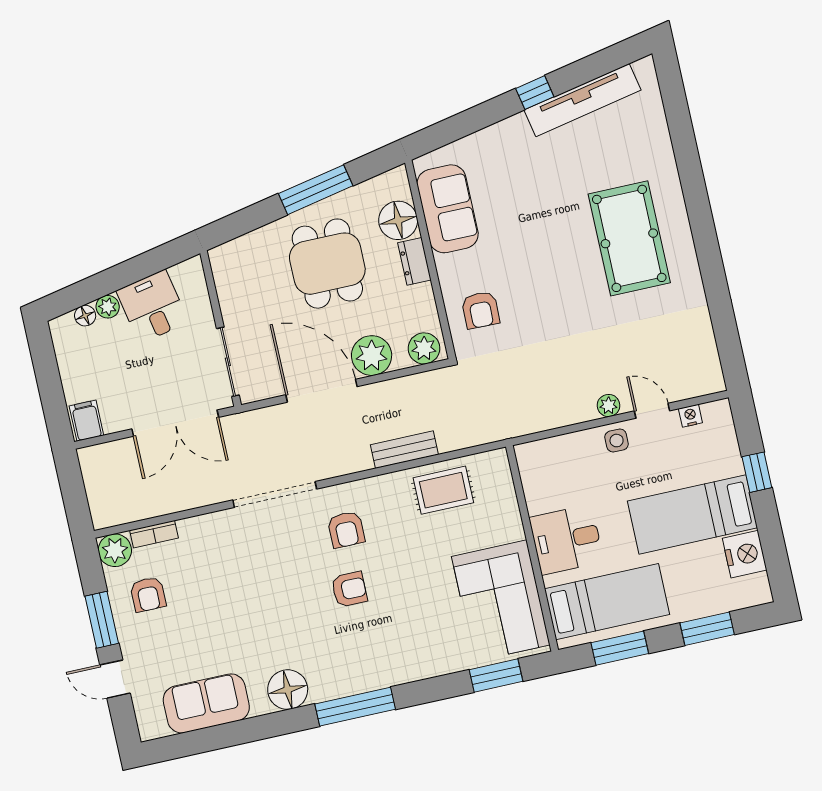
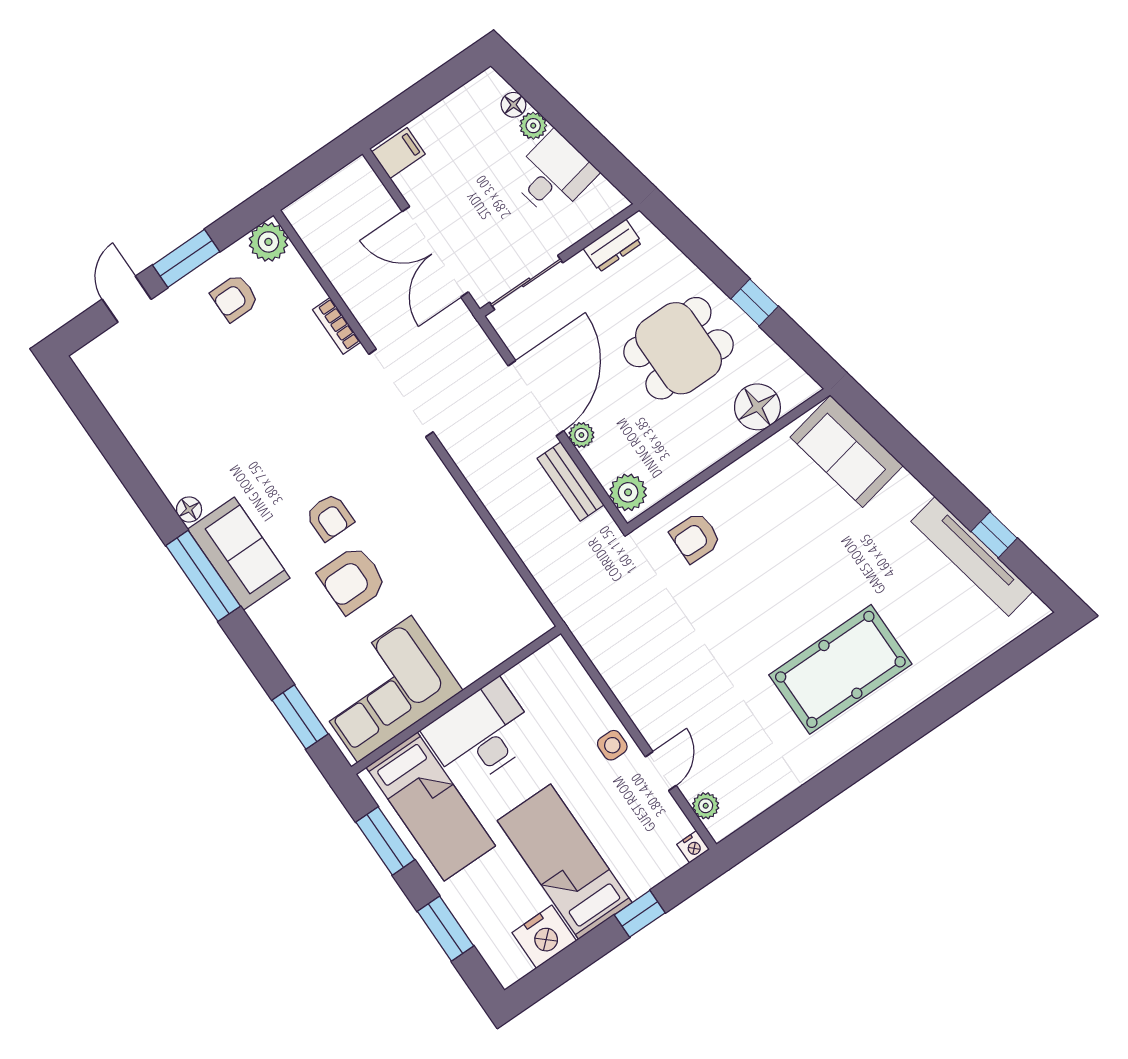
window: (535, 93) -> (994, 535), moved
window: (316, 190) -> (755, 302), width x0.46
sofa: (448, 209) -> (847, 451), moved, turned 79
dresser: (414, 261) -> (613, 246), moved, turned 180
plant: (372, 356) -> (581, 435), width x0.53, depth x0.53
plant: (608, 405) -> (706, 806), moved
nightstand: (690, 416) -> (693, 847), moved, turned 90
bench: (404, 450) -> (571, 482), moved
rug: (443, 490) -> (481, 577), removed
armchair: (346, 530) -> (352, 580), moved, width x1.38, depth x1.38
bookcase: (154, 534) -> (337, 326), moved
desk: (567, 540) -> (481, 734), width x1.37
floor lamp: (288, 690) -> (189, 509), width x0.53, depth x0.53
sofa: (206, 703) -> (239, 554), moved

